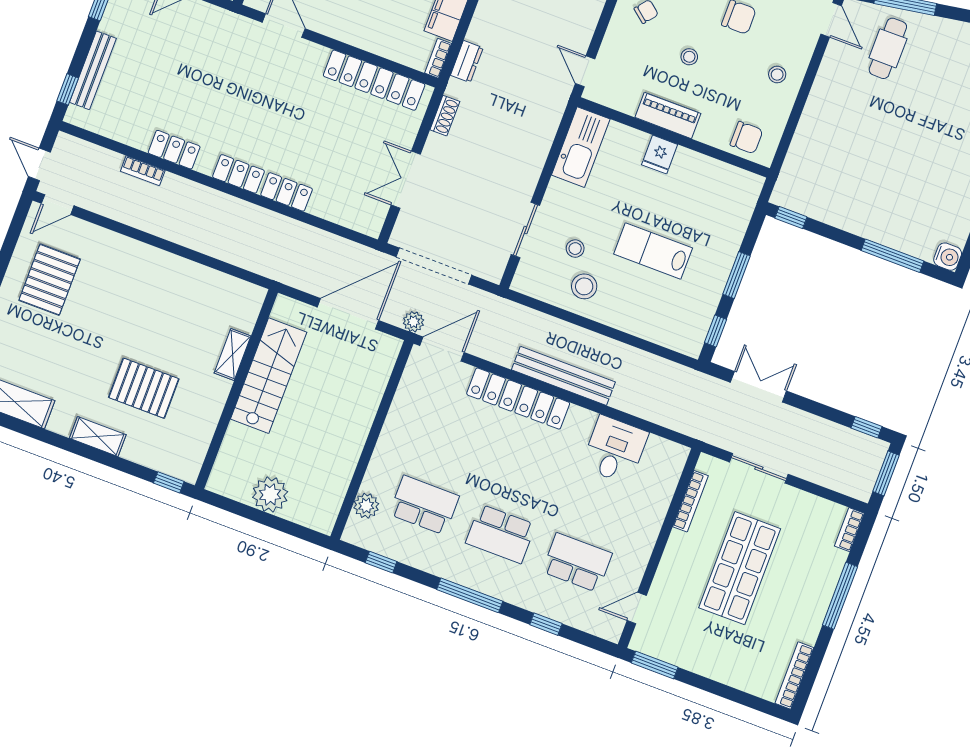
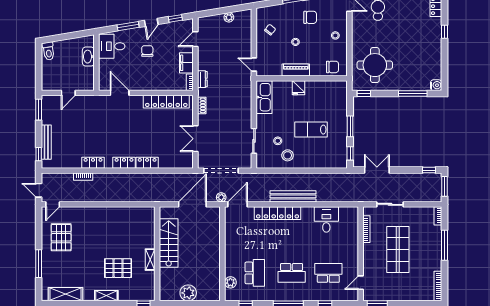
round table: (836, 167) -> (375, 65), added
shelving: (233, 354) -> (150, 260), moved
school desk: (424, 505) -> (255, 273), turned 90

